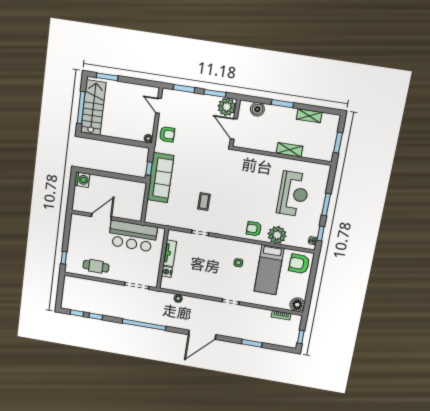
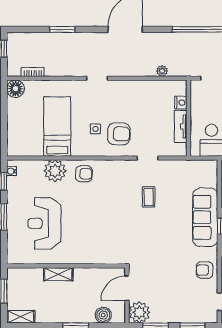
shelving: (309, 116) -> (21, 317), moved
door: (234, 129) -> (127, 288), swing flipped
armchair: (299, 264) -> (119, 134), moved

